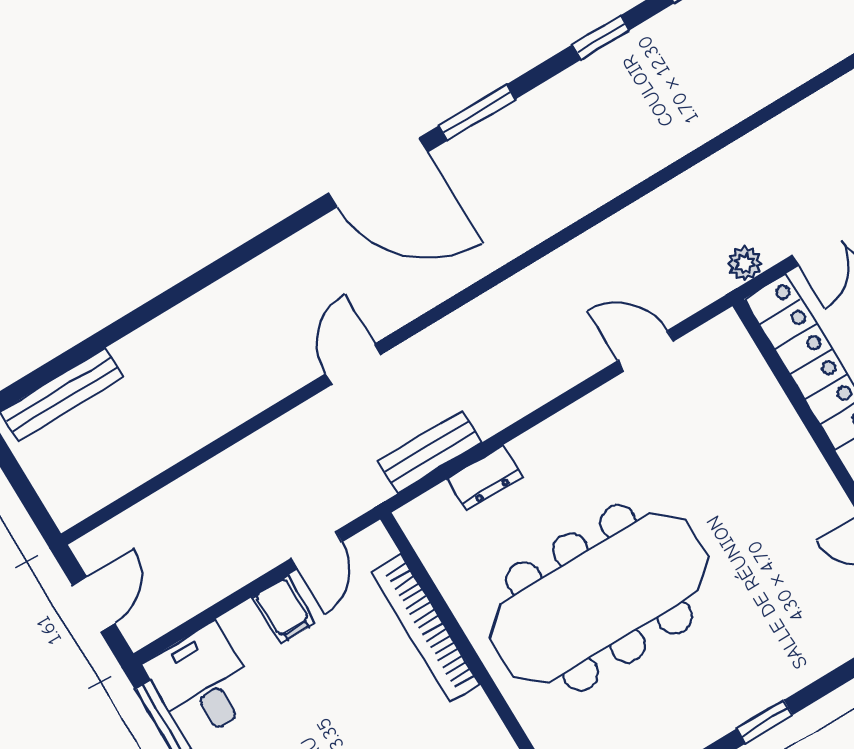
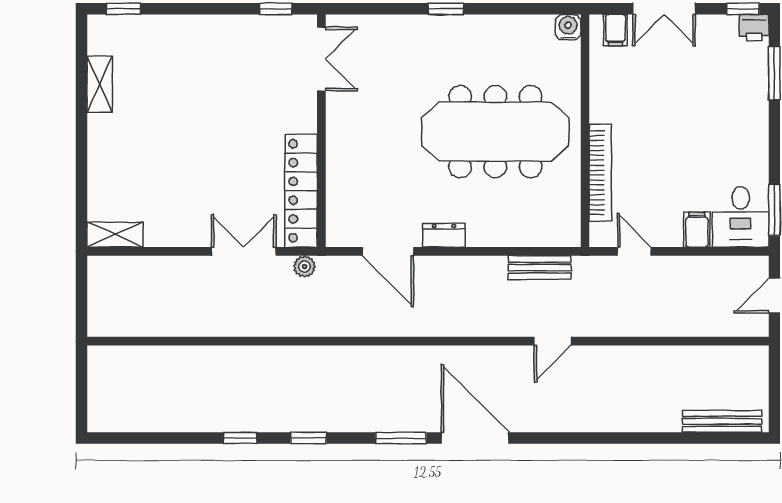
door: (646, 351) -> (388, 251), width x1.38
dresser: (485, 478) -> (444, 235), moved
door: (317, 550) -> (634, 251), hinge flipped
filing cabinet: (284, 610) -> (697, 230), moved

